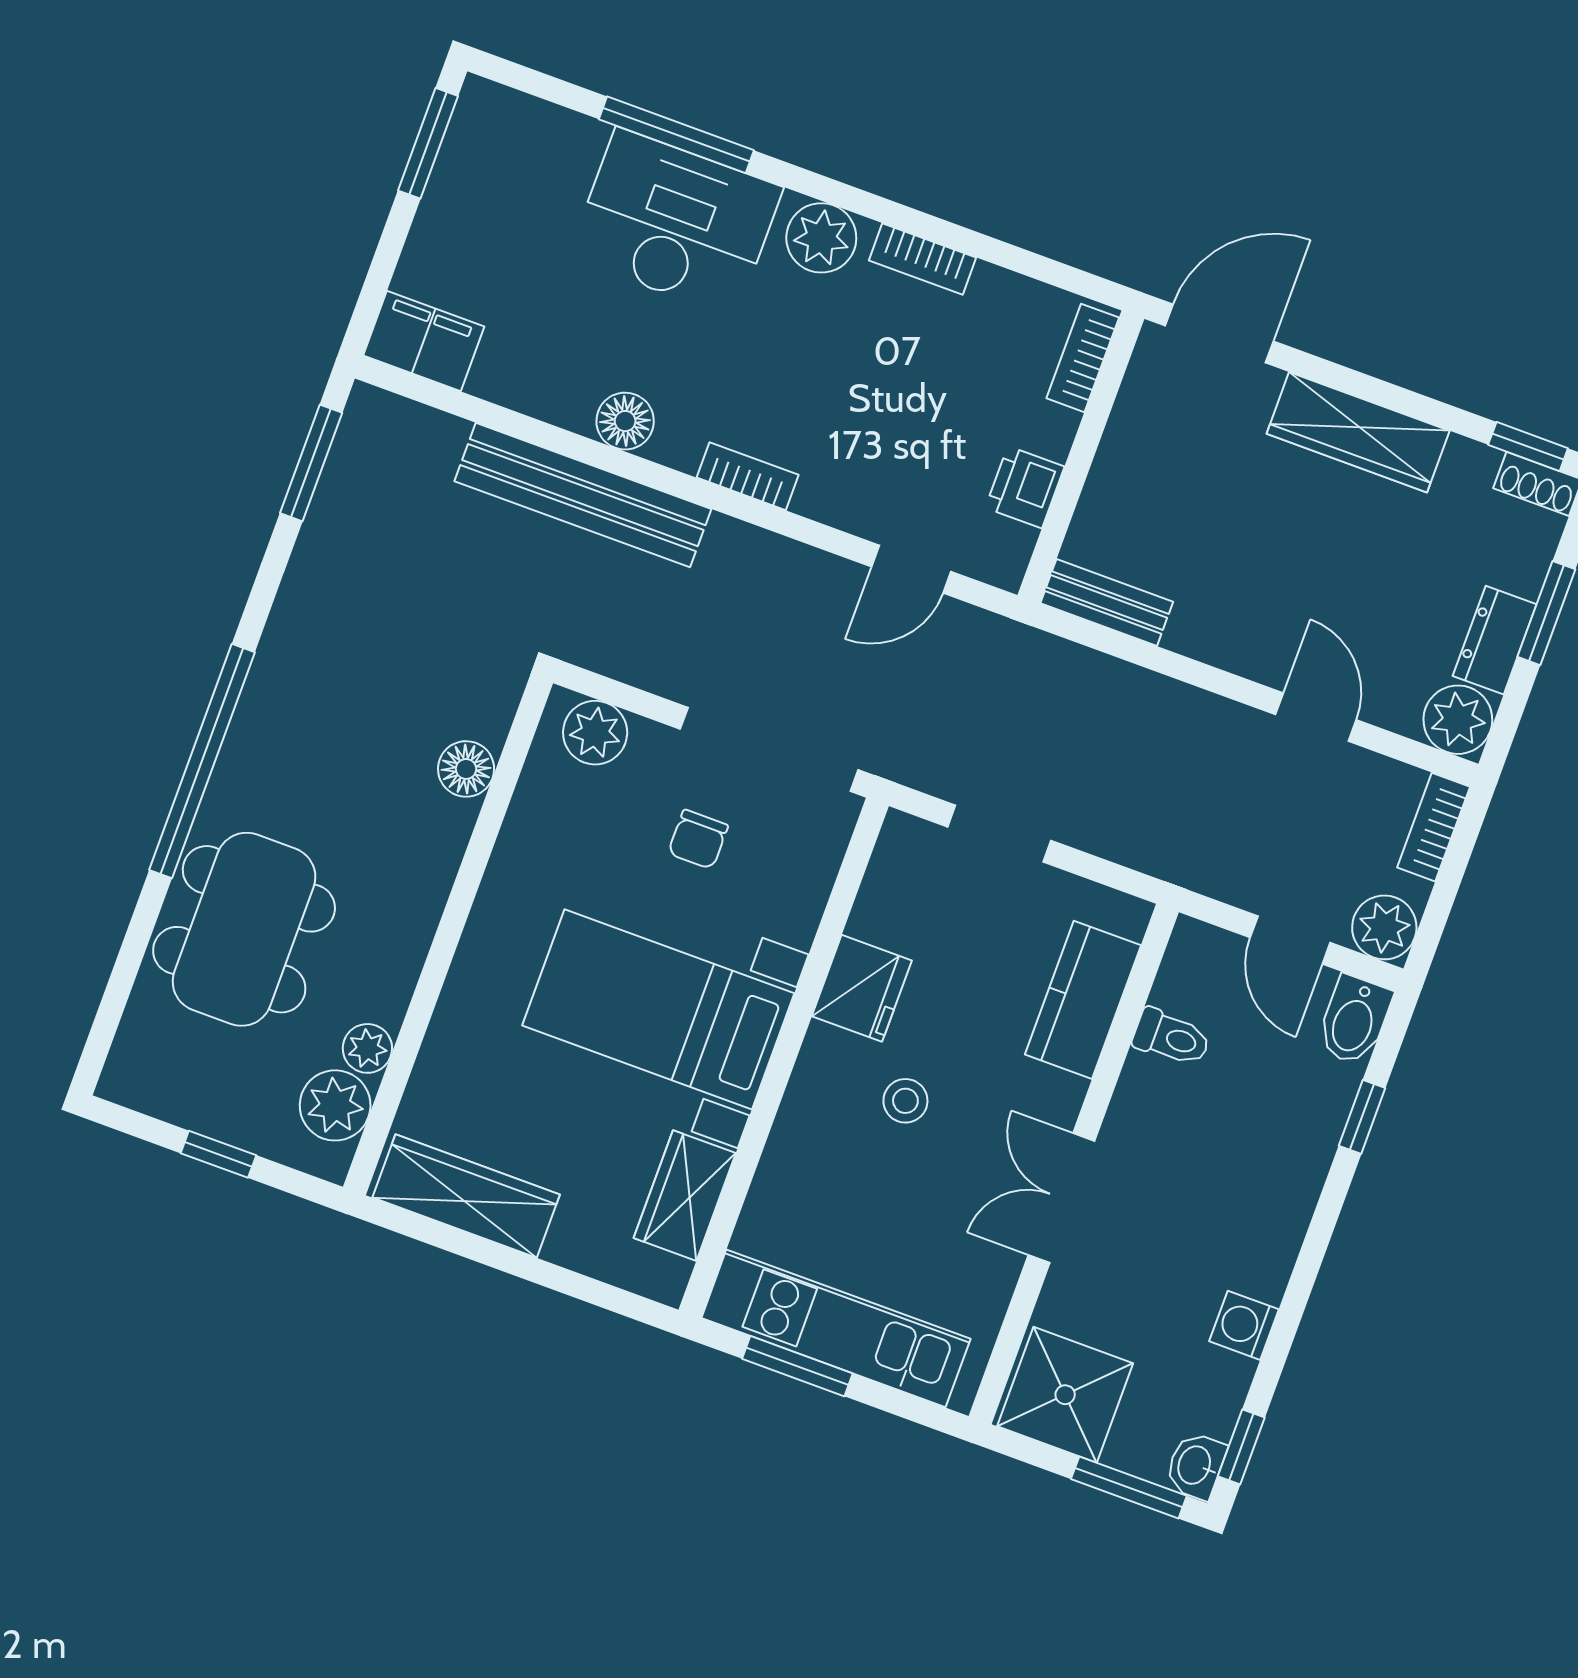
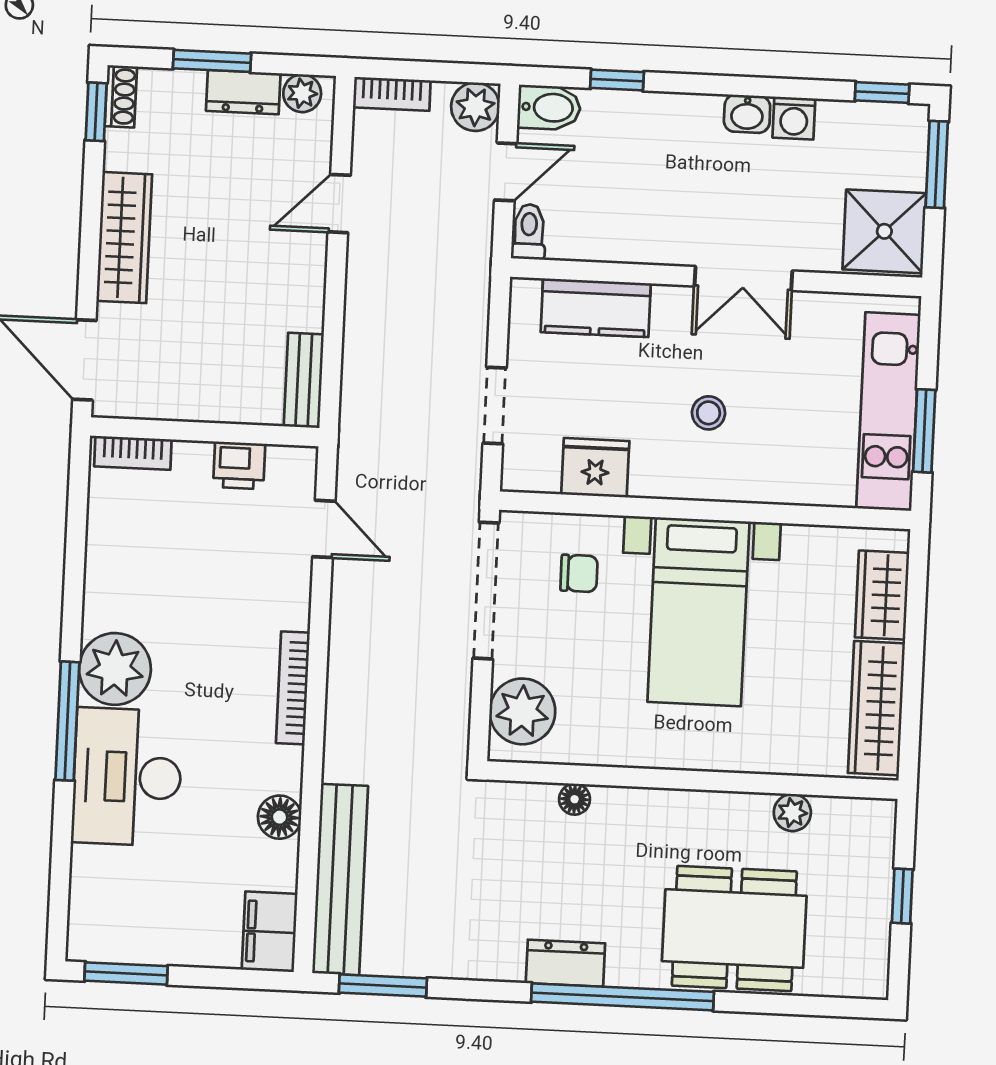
window: (676, 135) -> (67, 721), moved
plant: (821, 238) -> (115, 669), width x1.36, depth x1.36
bookcase: (923, 259) -> (98, 591), removed
floor lamp: (625, 421) -> (280, 817), moved
bookcase: (748, 476) -> (293, 688), width x1.56
bench: (583, 495) -> (340, 880), moved
dresser: (267, 702) -> (565, 963), added
plant: (1458, 720) -> (302, 93), width x0.73, depth x0.73
plant: (595, 733) -> (522, 711), width x1.36, depth x1.36
floor lamp: (466, 769) -> (575, 799), width x0.73, depth x0.73
chair: (698, 839) -> (579, 573), moved
fridge: (862, 988) -> (595, 468), moved
toilet: (1172, 1038) -> (529, 232), moved
plant: (335, 1105) -> (841, 823), removed
wardrobe: (685, 1196) -> (882, 595), moved, turned 90
washbasin: (1195, 1466) -> (747, 114), moved

